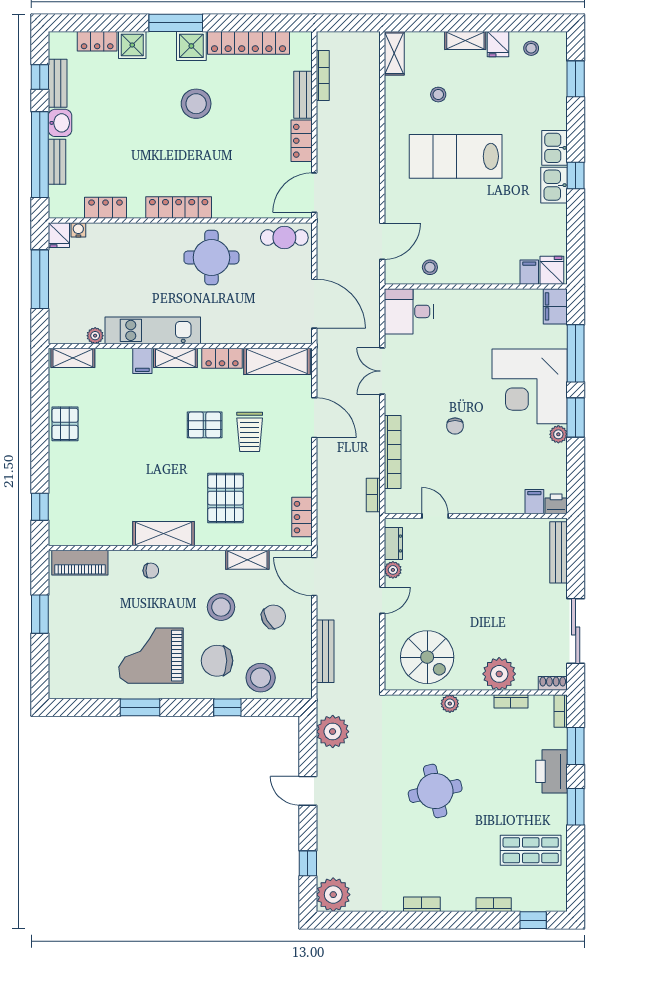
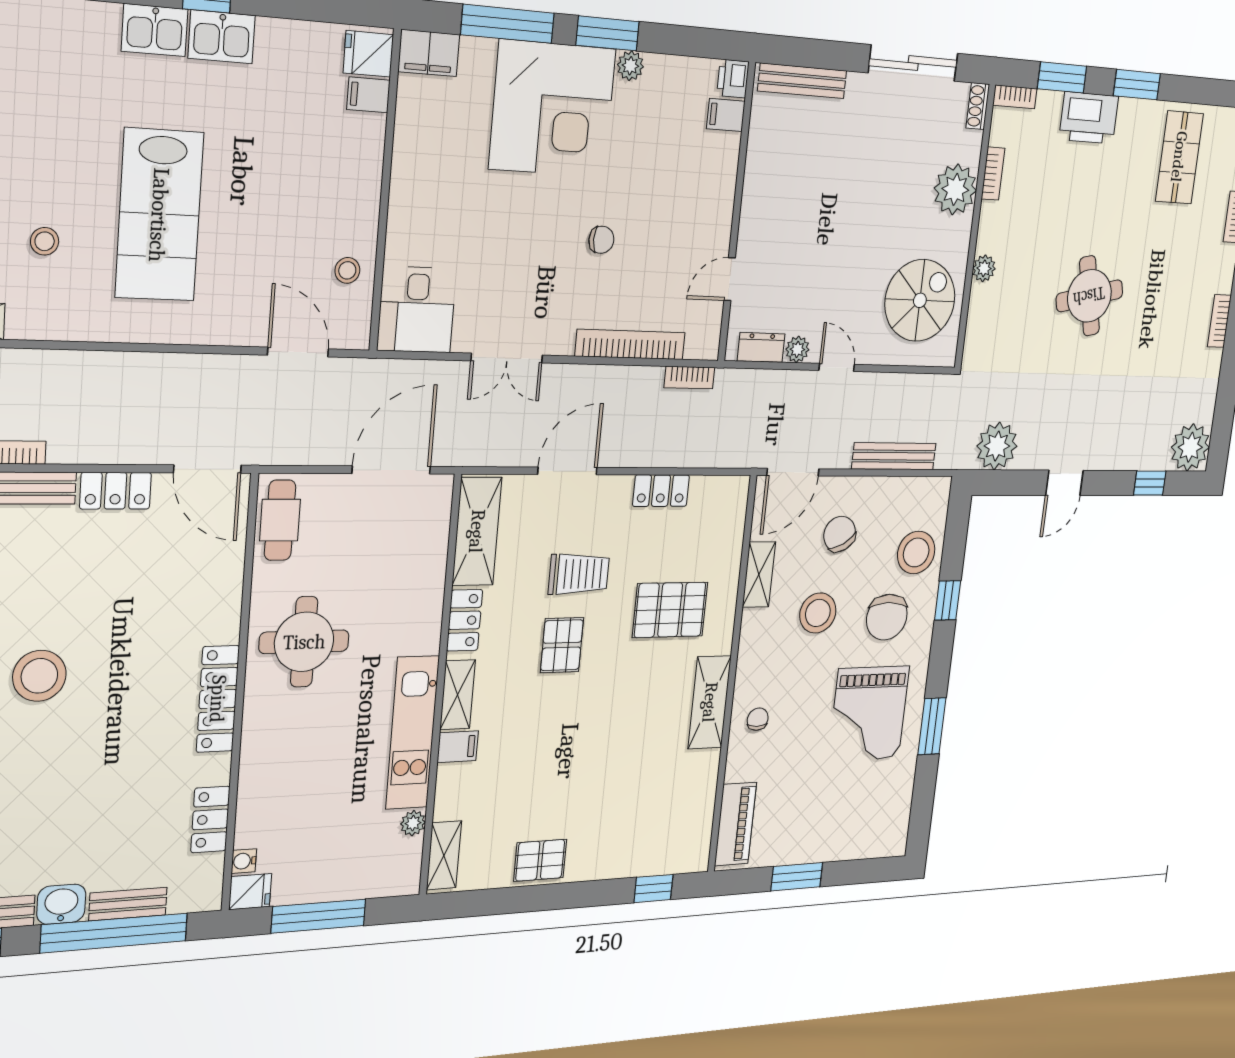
locker: (302, 517) -> (661, 491), moved

